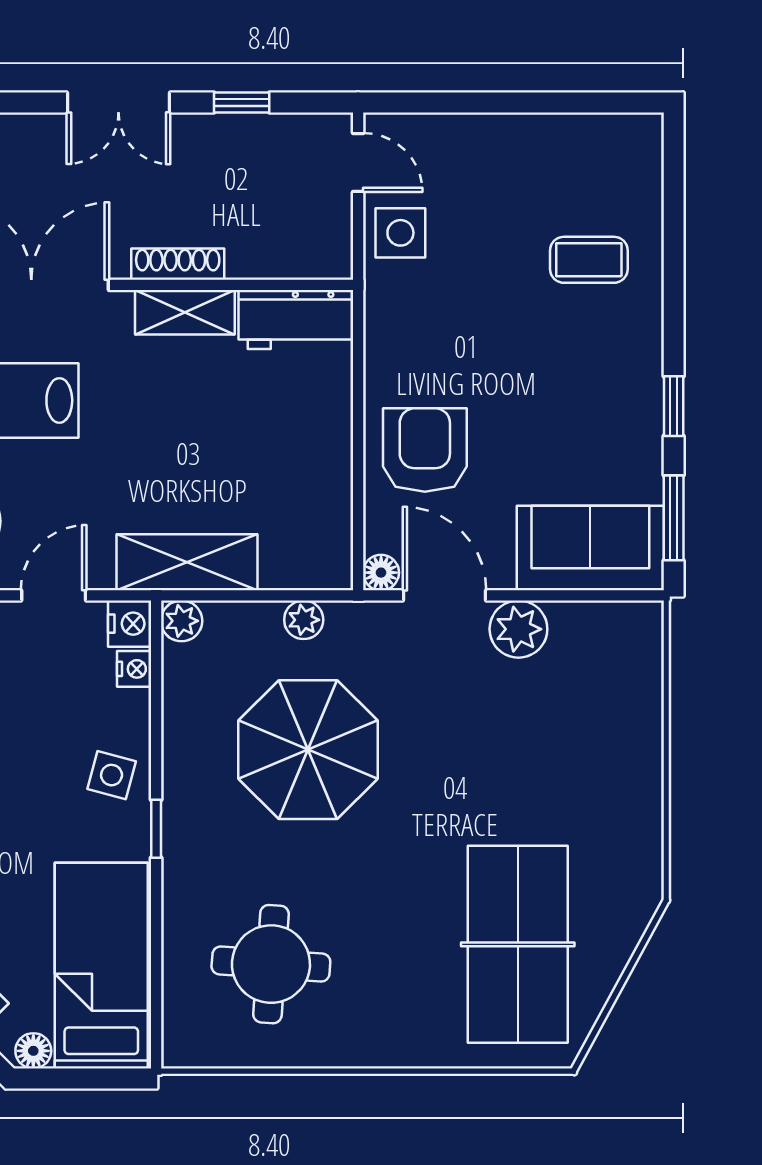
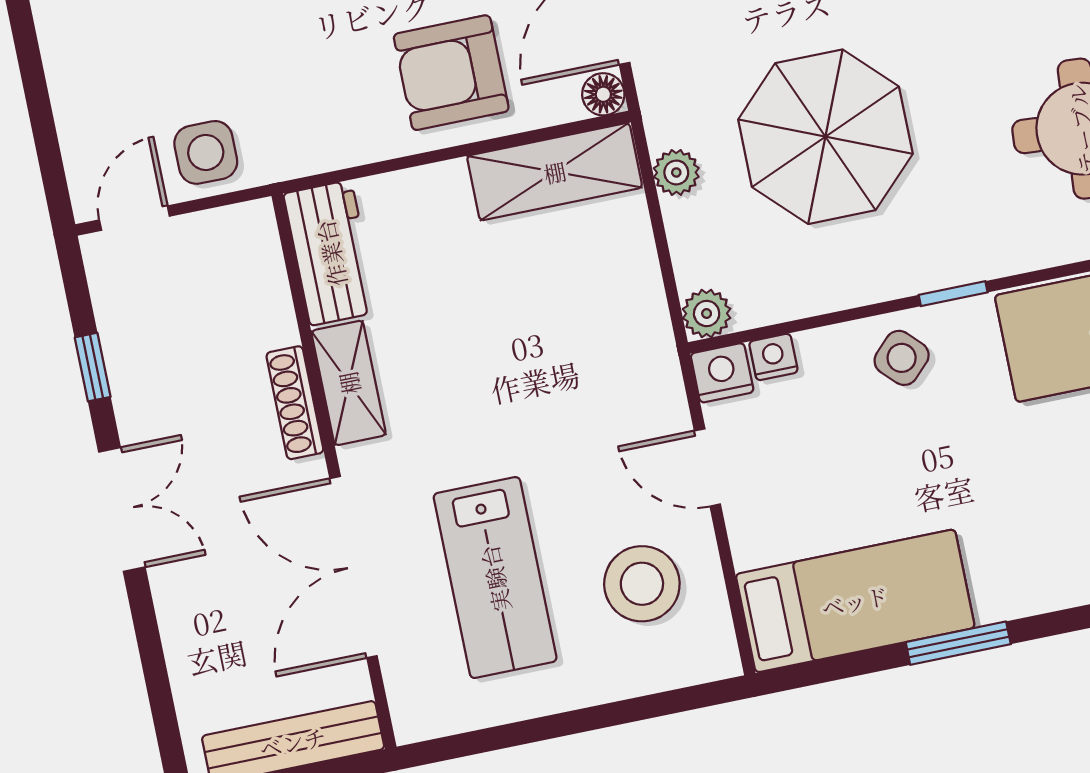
shelving: (187, 562) -> (555, 172), moved, turned 90
side table: (112, 775) -> (902, 358), turned 30

